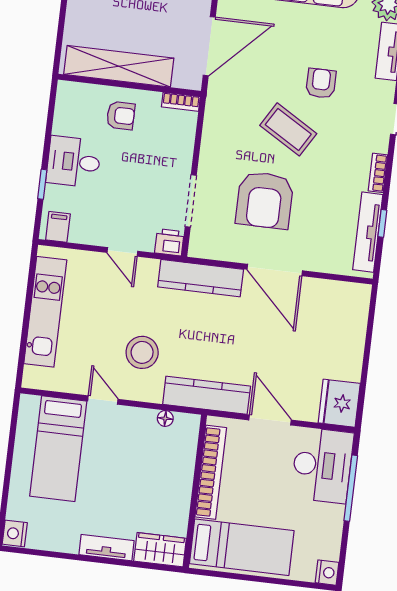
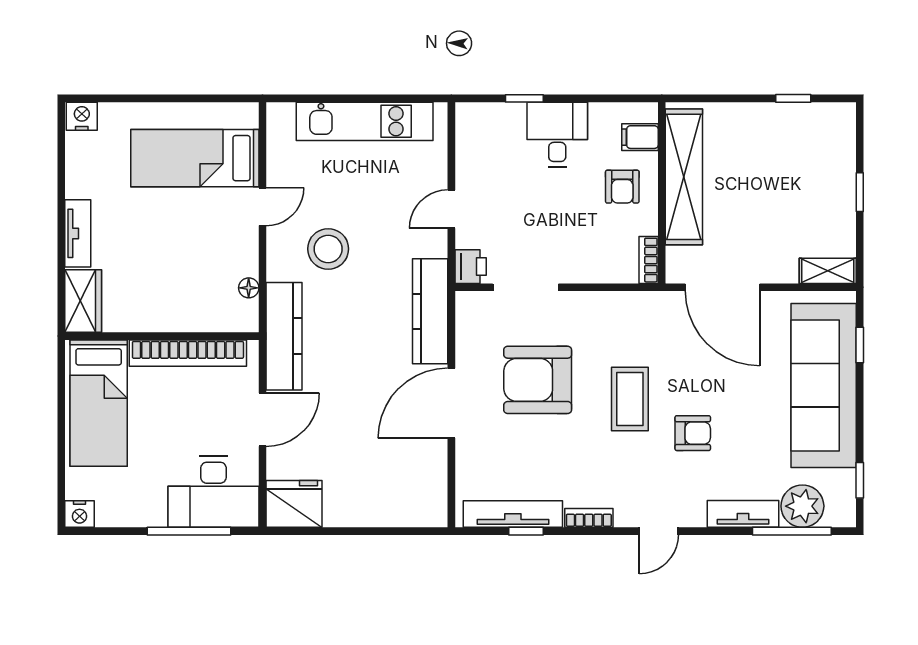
coffee table: (288, 129) -> (630, 399), turned -31
filing cabinet: (58, 227) -> (640, 137), moved, turned 180

